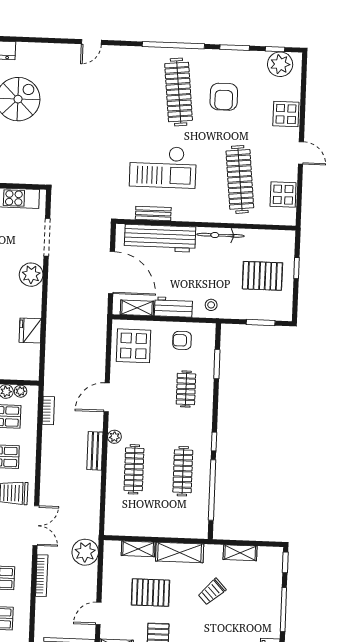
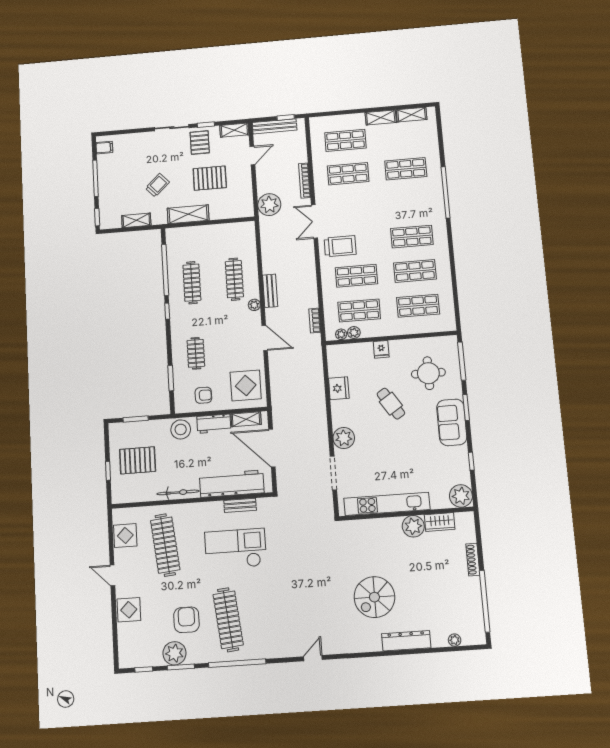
plant: (280, 64) -> (174, 653), moved
stool: (211, 305) -> (181, 429), width x1.89, depth x1.89
door: (107, 397) -> (265, 338), hinge flipped
shelving: (138, 549) -> (224, 213), removed

